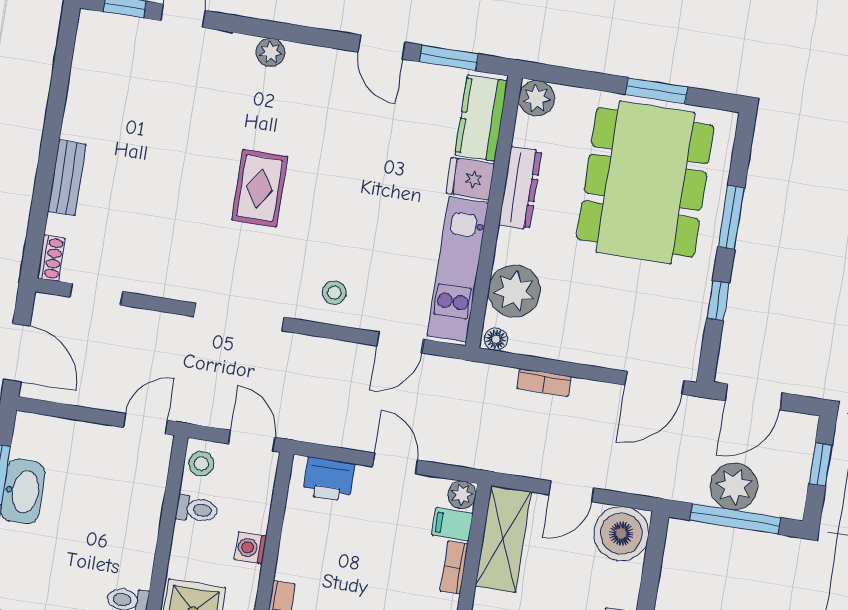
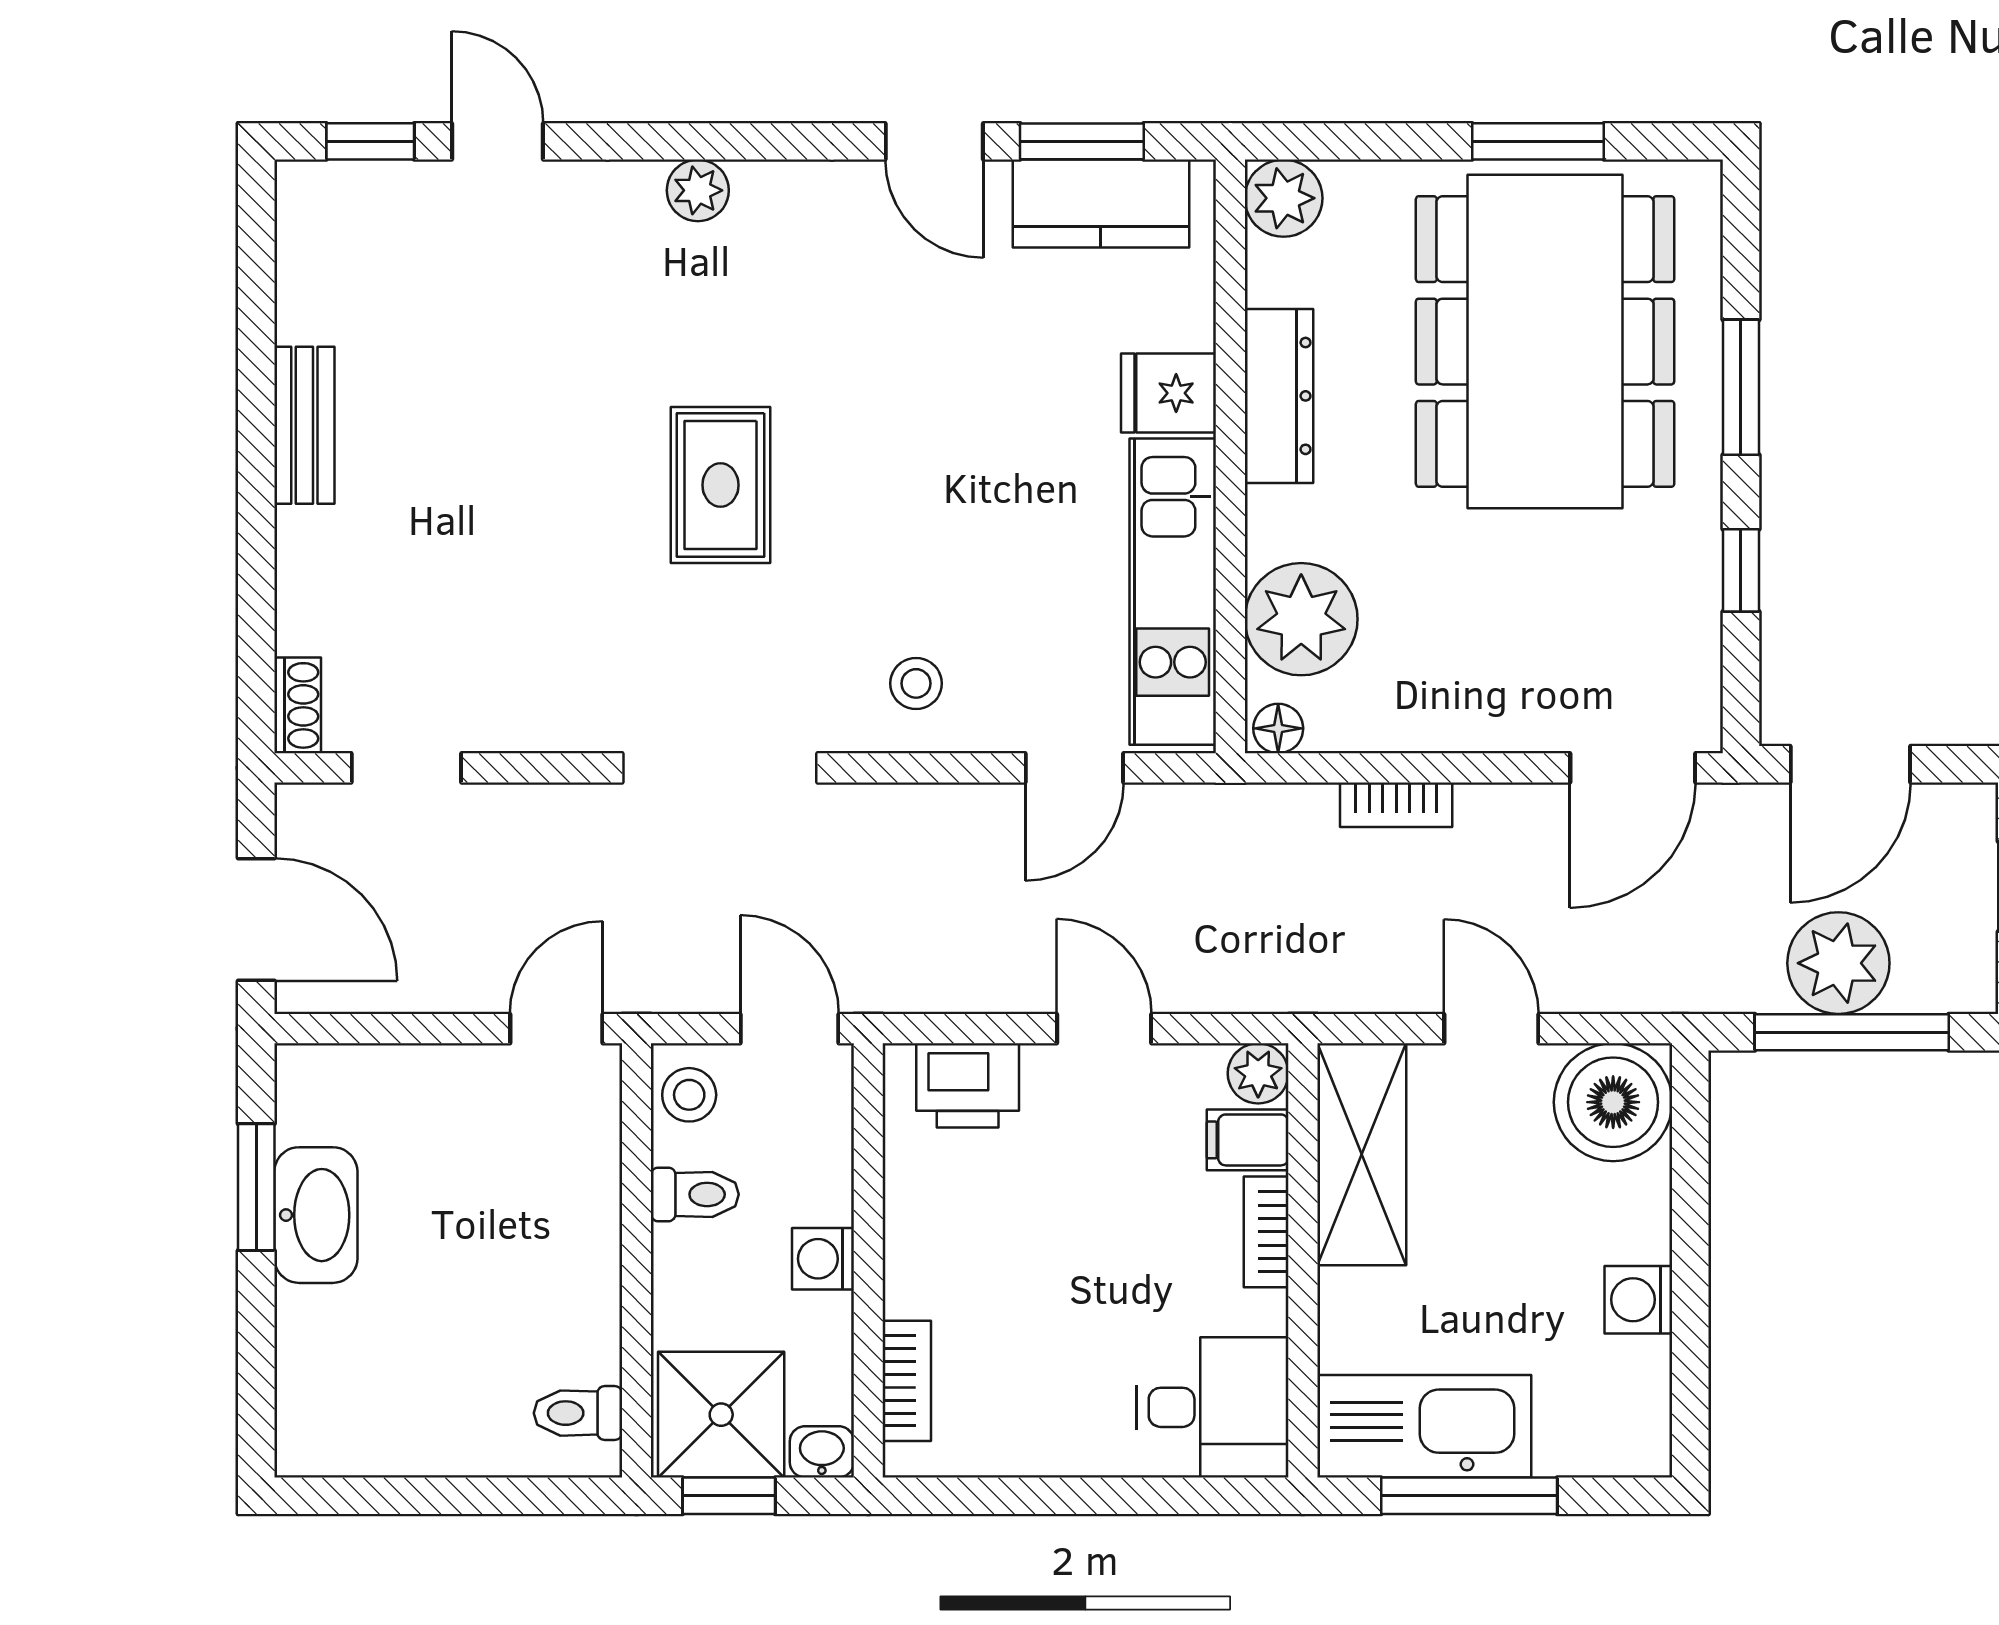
kitchen counter: (481, 118) -> (1101, 204), moved, turned -90
bench: (67, 178) -> (304, 425), moved
door: (571, 491) -> (1491, 1029), swing flipped

